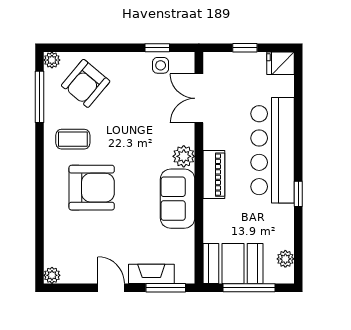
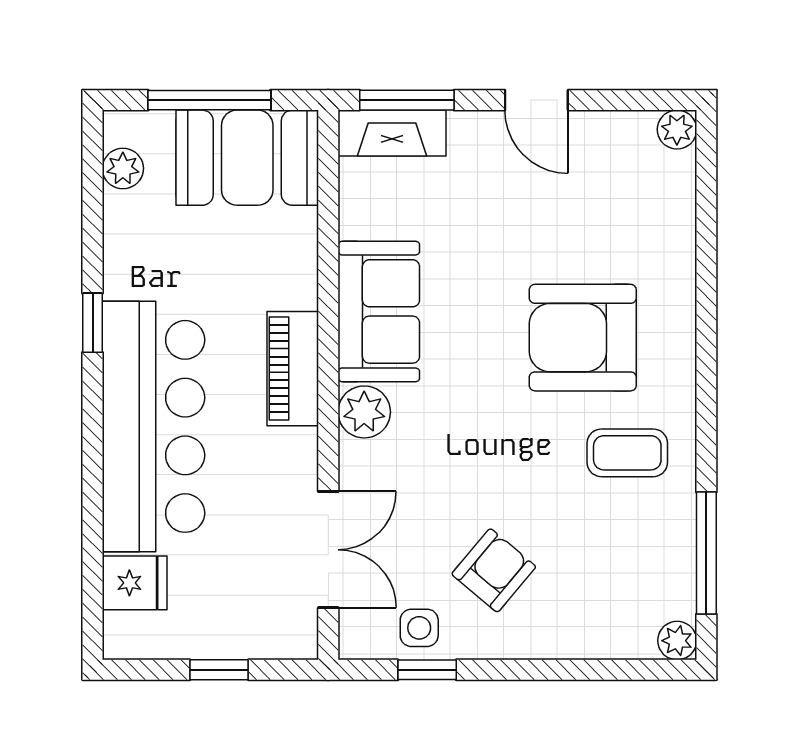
fridge: (280, 63) -> (135, 583), moved
armchair: (86, 83) -> (494, 570), moved, width x0.72, depth x0.72
fireplace: (151, 274) -> (392, 133), moved

